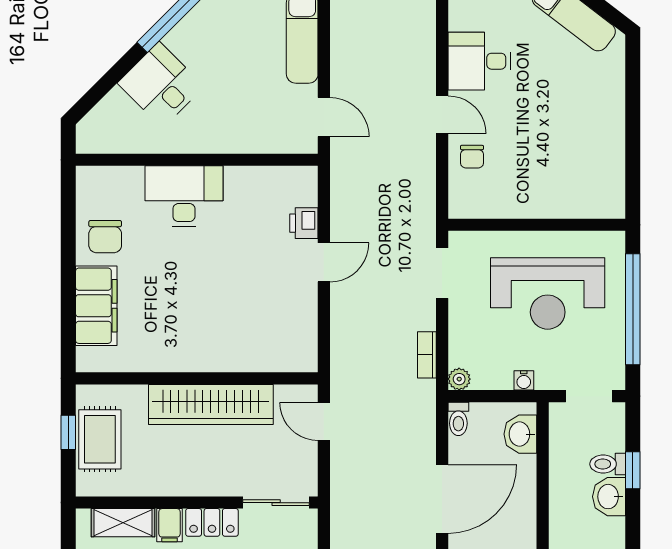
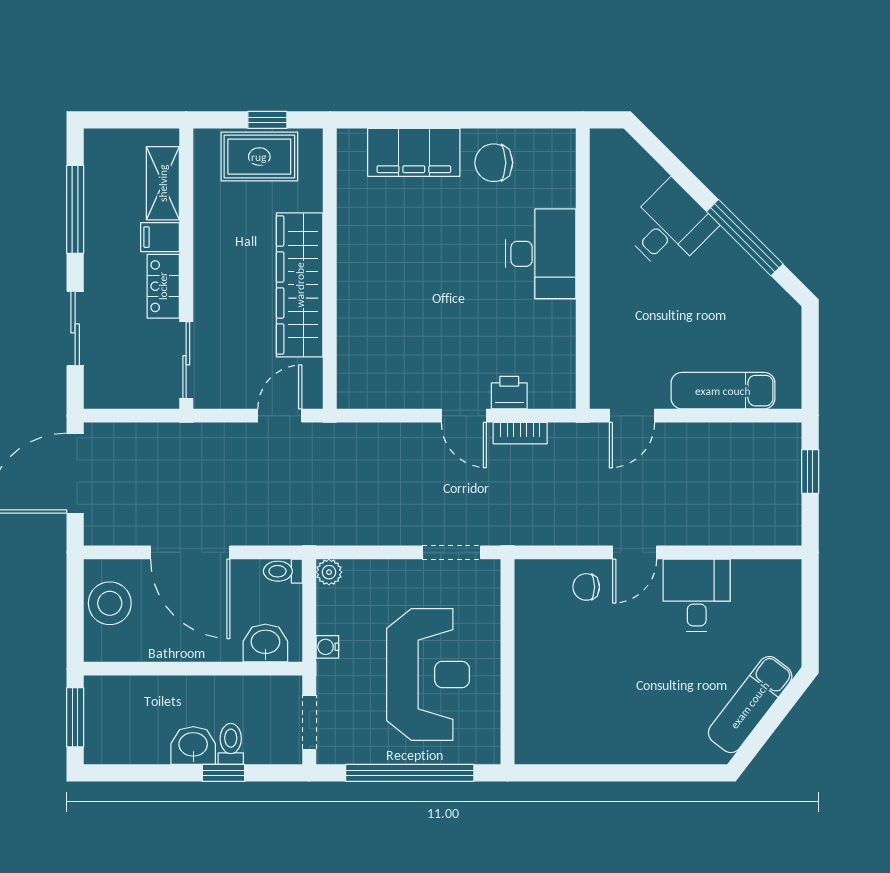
reception desk: (548, 293) -> (428, 674), turned 180
bookcase: (427, 355) -> (520, 433), moved, turned 180

